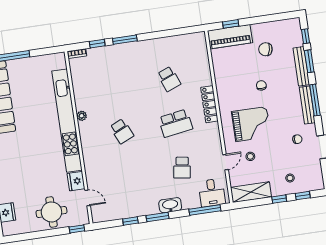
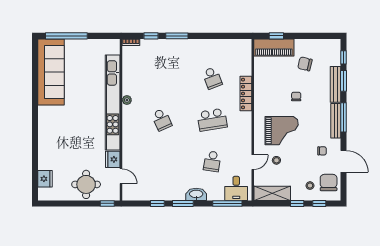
locker: (209, 104) -> (246, 94), moved
chair: (309, 172) -> (329, 183), added

